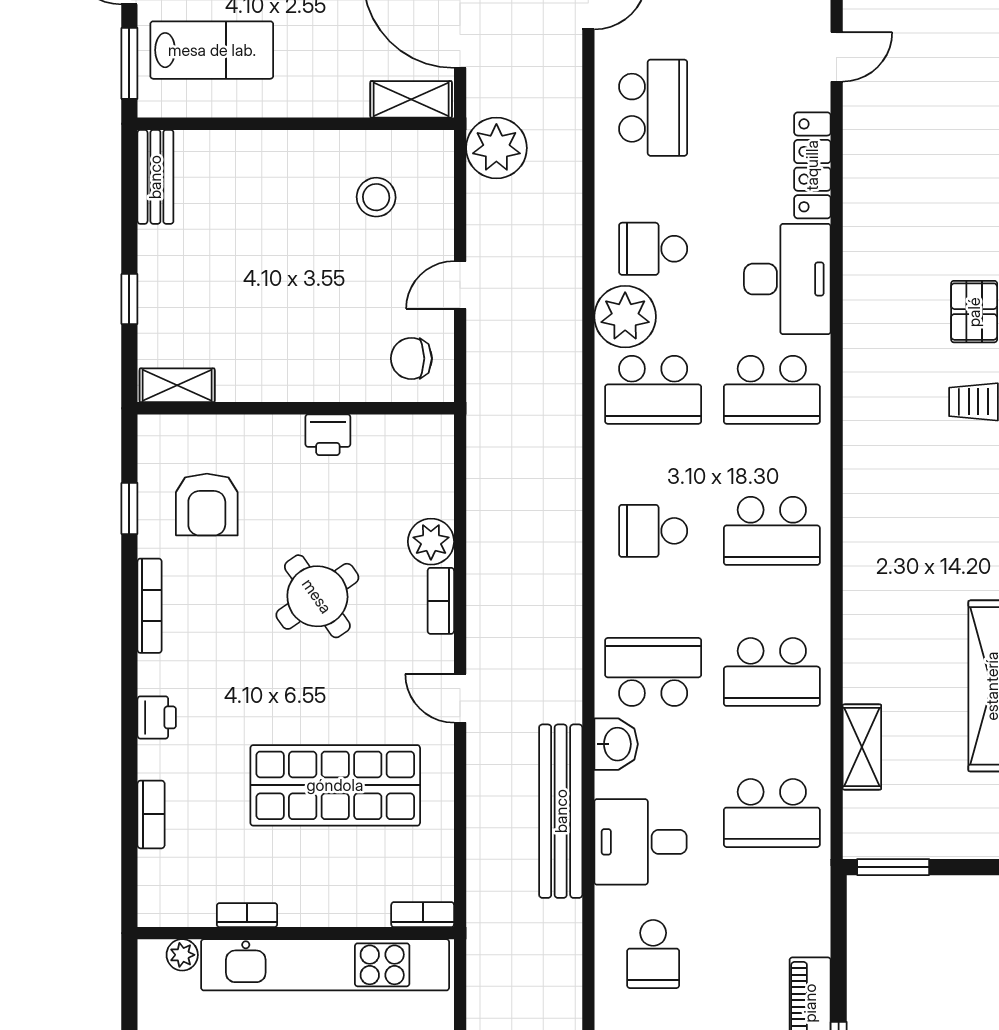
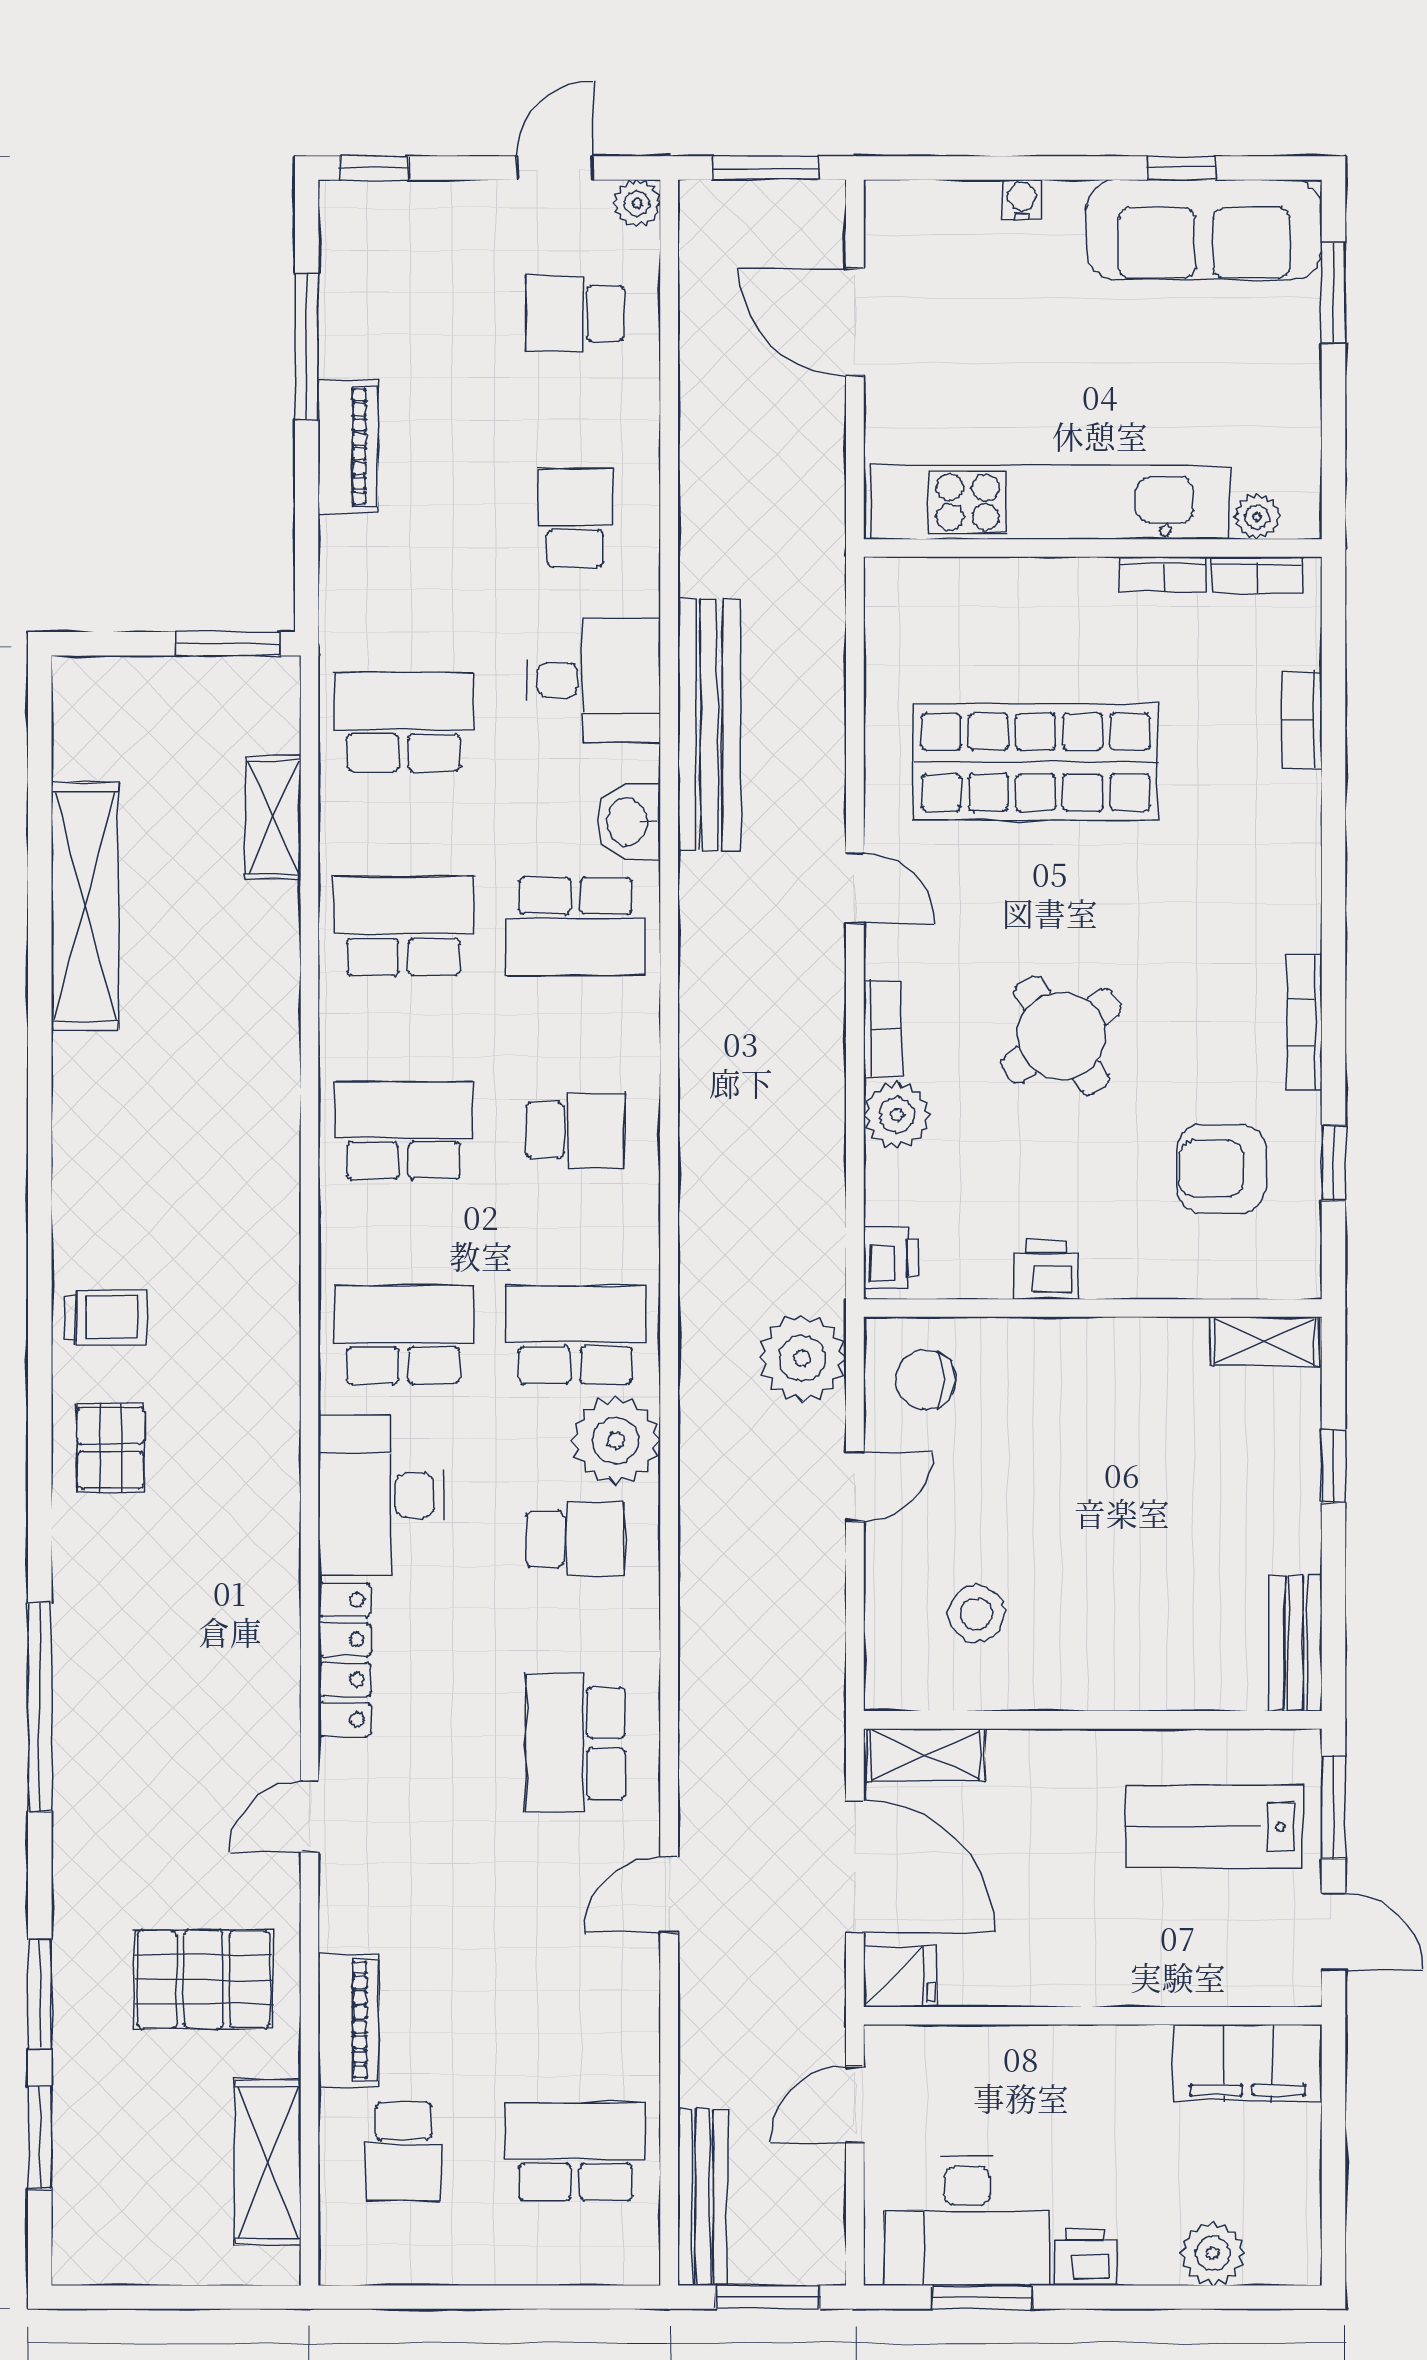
plant: (496, 148) -> (802, 1358), moved
chair: (411, 358) -> (925, 1380), turned 180
armchair: (207, 505) -> (1222, 1169), turned -90
printer: (157, 717) -> (891, 1258), moved, turned 180
bookcase: (423, 915) -> (1257, 575), moved

